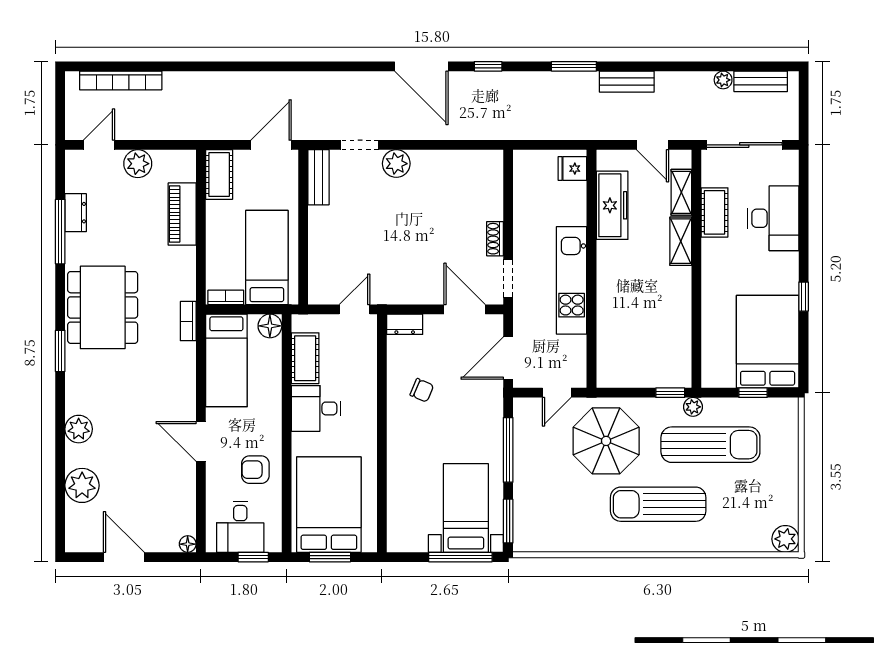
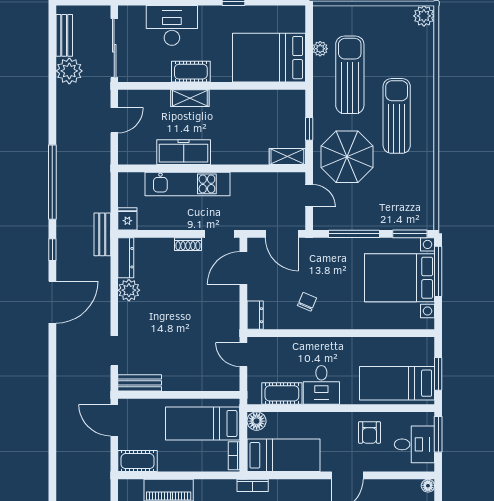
window: (574, 66) -> (52, 182), width x2.11
plant: (723, 80) -> (69, 71), width x1.88, depth x1.88
bench: (627, 82) -> (102, 234), moved
dresser: (478, 160) -> (126, 258), added
plant: (396, 164) -> (129, 290), moved
fridge: (572, 169) -> (127, 219), moved, turned 180
shelving: (681, 192) -> (287, 156), moved
freezer: (612, 205) -> (184, 152), moved
cot: (714, 212) -> (191, 72), moved
kitchen unit: (572, 280) -> (187, 184), moved
bed: (768, 342) -> (269, 58), moved
window: (670, 393) -> (309, 129), moved
window: (753, 393) -> (309, 41), removed
plant: (693, 407) -> (320, 49), moved
sun lounger: (658, 504) -> (397, 116), turned 180
bed: (329, 505) -> (397, 383), width x0.67
bed with nightstands: (466, 508) -> (400, 278), width x1.36
window: (253, 557) -> (438, 434), width x1.50

